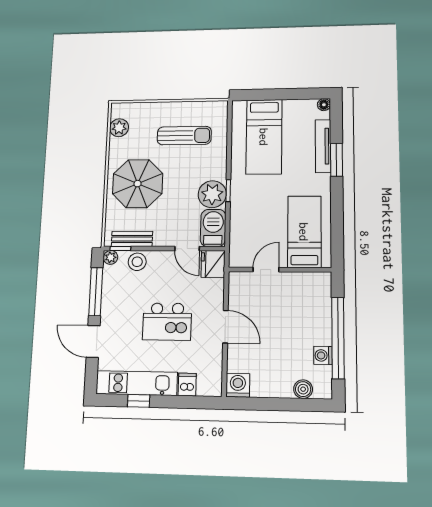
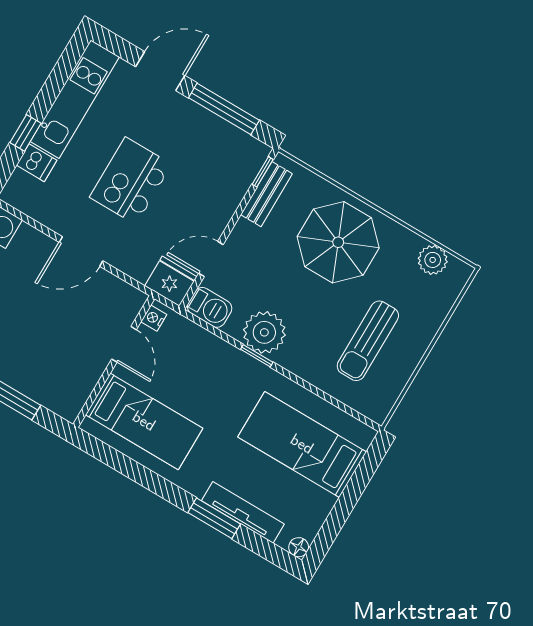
barbecue: (213, 228) -> (210, 307), width x0.73, depth x0.79
plant: (111, 257) -> (258, 153), removed
nightstand: (240, 261) -> (154, 318), added
stool: (137, 262) -> (232, 184), removed
window: (139, 401) -> (26, 133), moved

